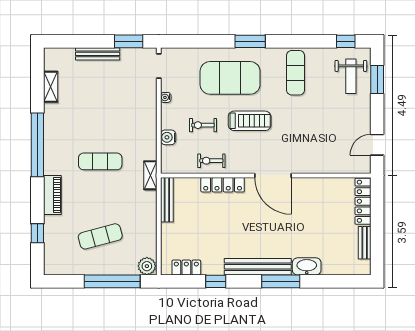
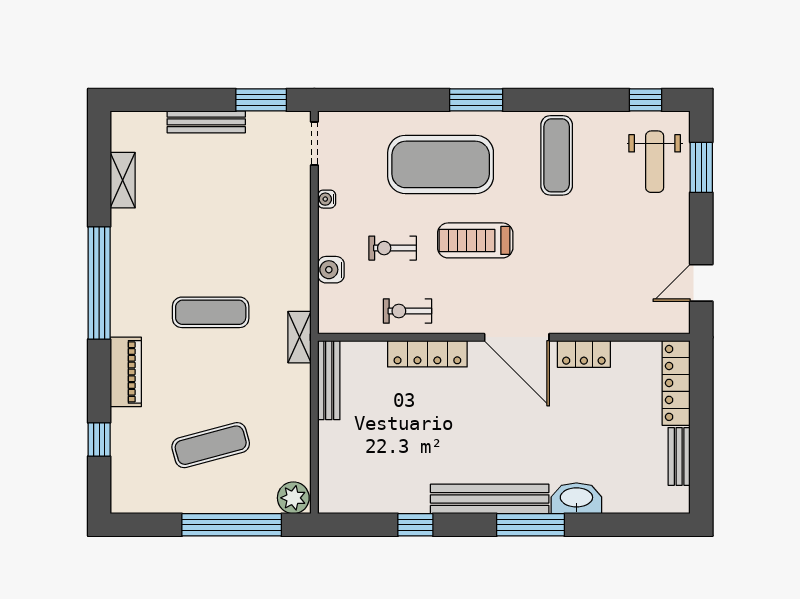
treadmill: (250, 121) -> (475, 240), turned 180
locker: (186, 268) -> (584, 354), moved, turned 180

